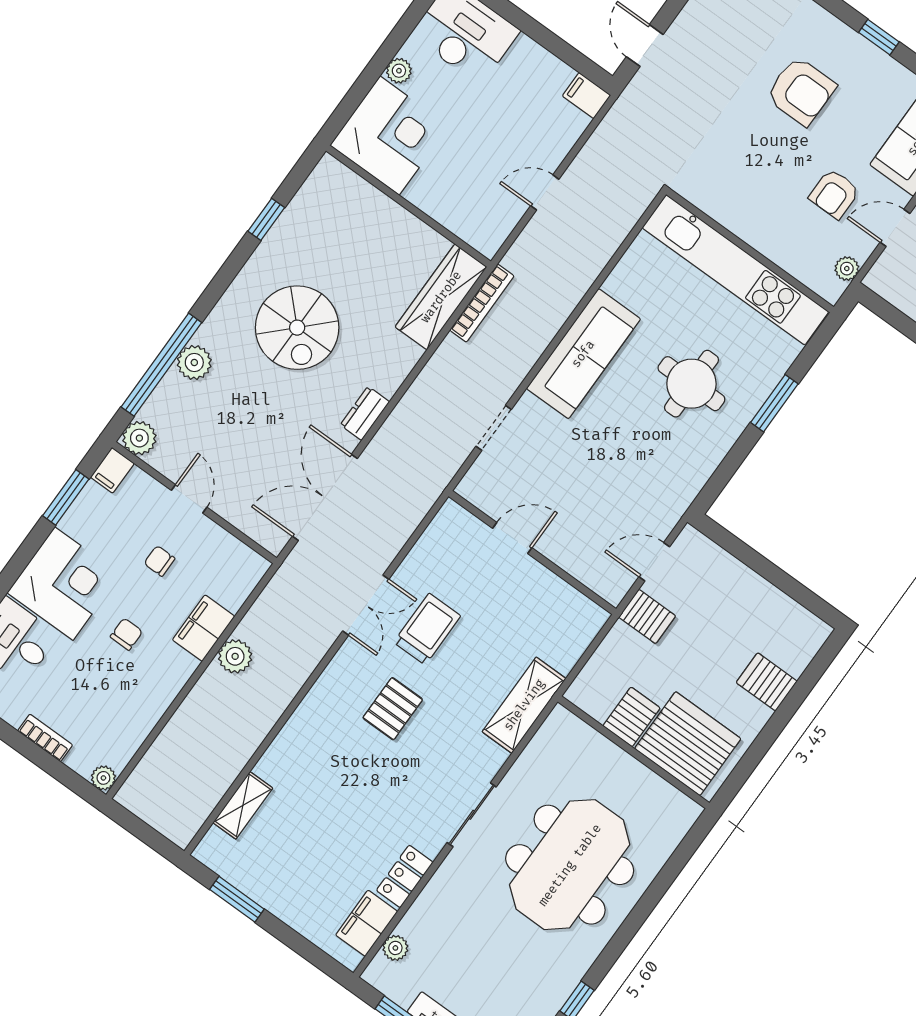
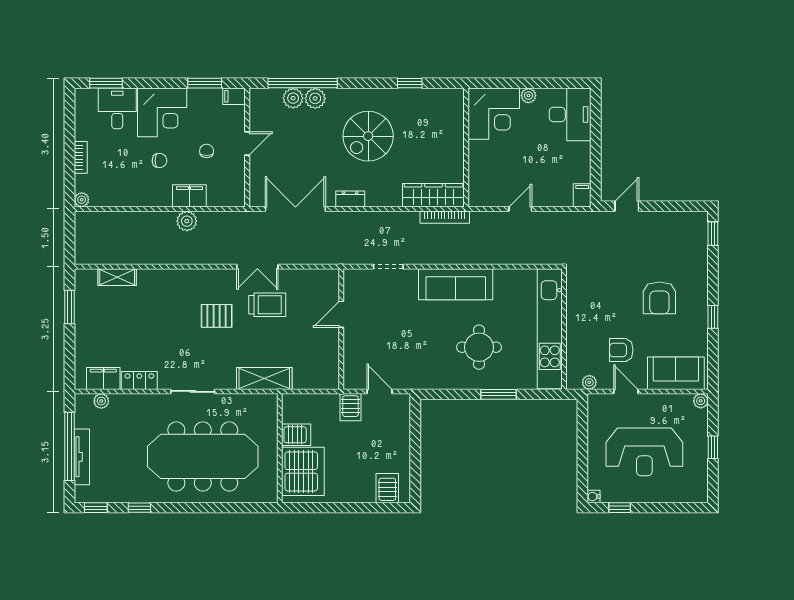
door: (545, 192) -> (520, 209), hinge flipped
plant: (139, 438) -> (293, 98), moved
door: (512, 538) -> (341, 314), swing flipped
server rack: (767, 682) -> (387, 488), moved
meeting table: (570, 865) -> (203, 456), width x1.36

